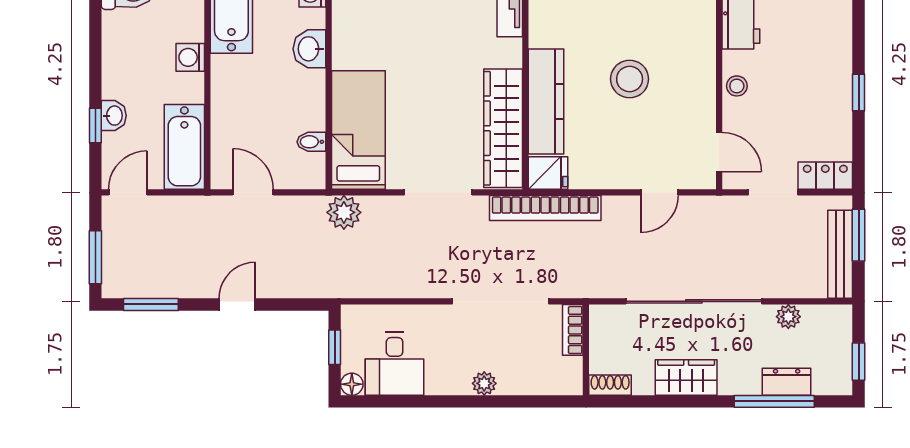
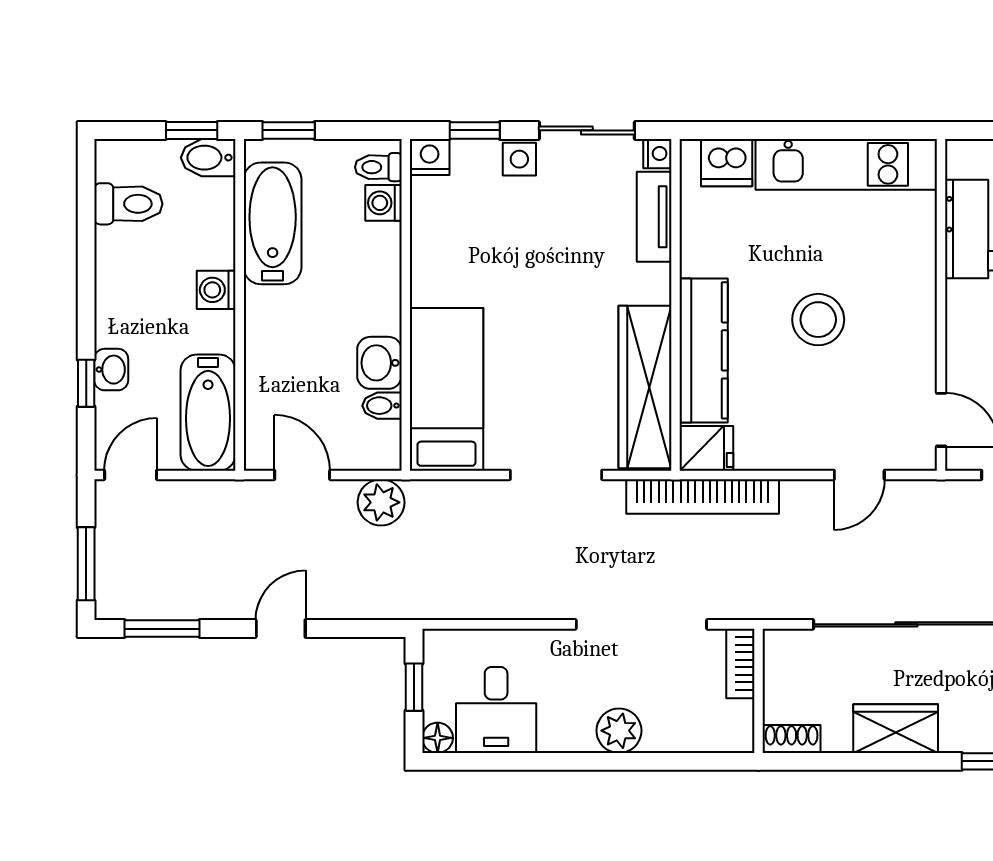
washbasin: (309, 49) -> (379, 363), moved
stool: (737, 86) -> (965, 329), removed
plant: (344, 212) -> (381, 502), moved
plant: (484, 383) -> (619, 731), width x1.38, depth x1.38

